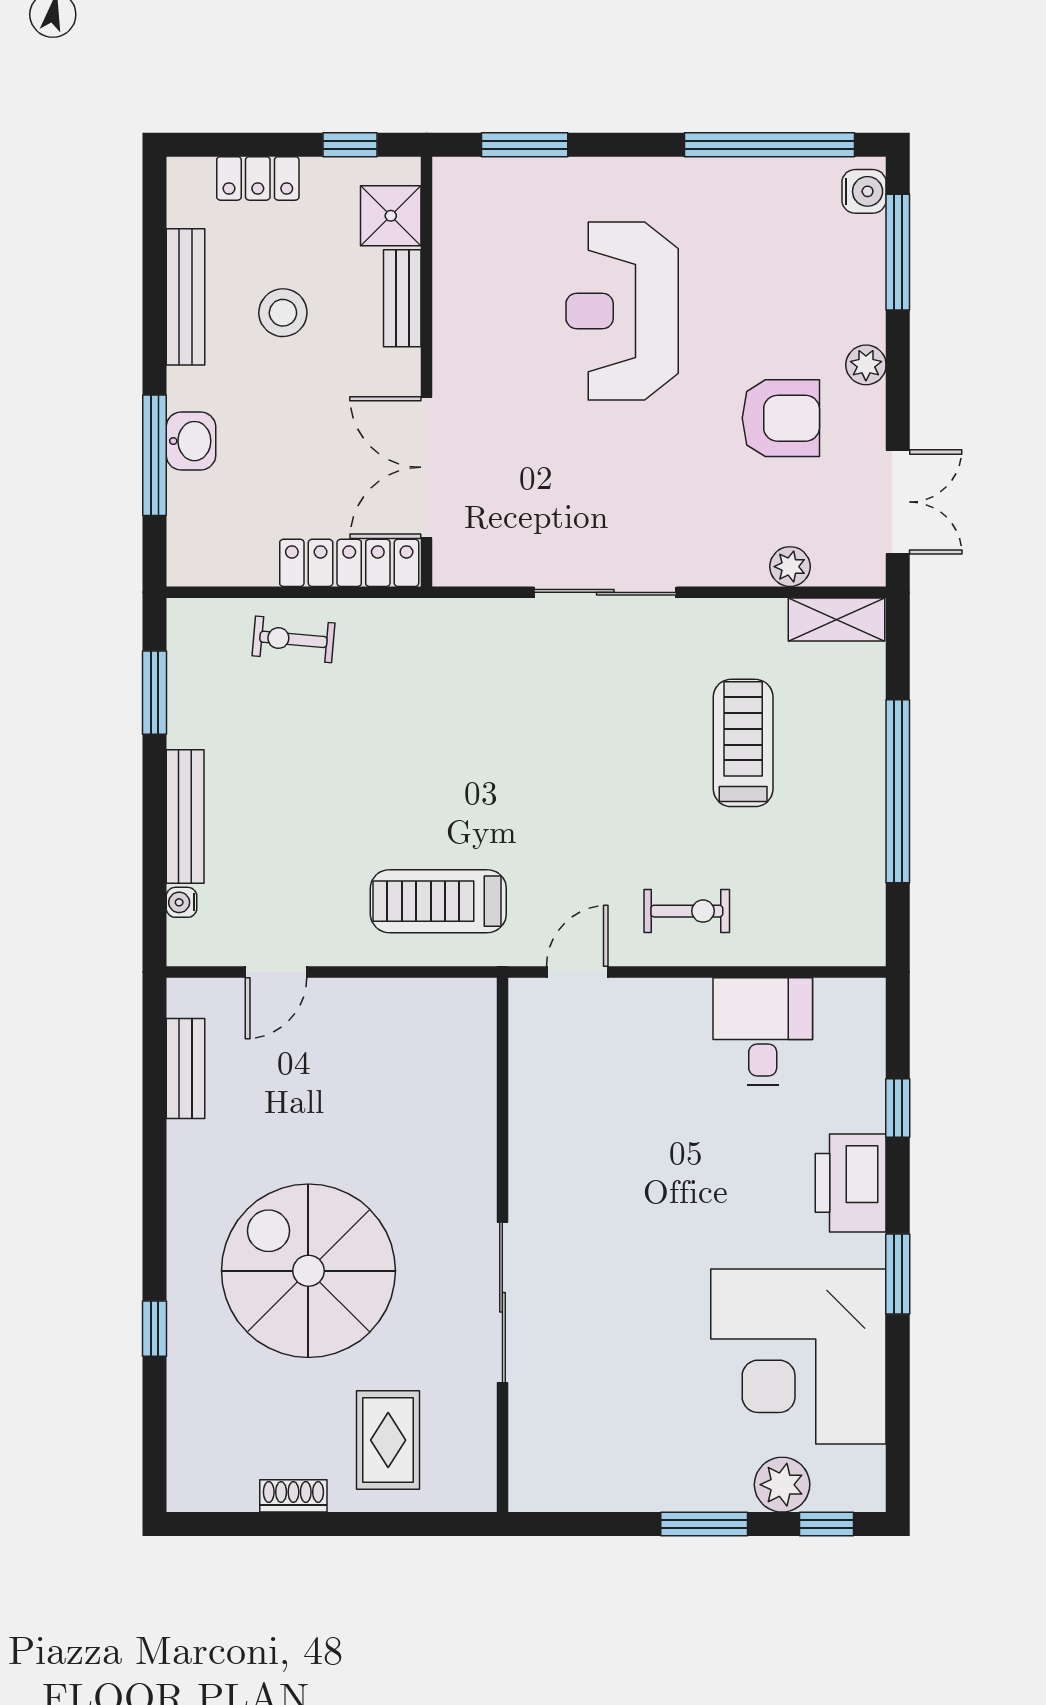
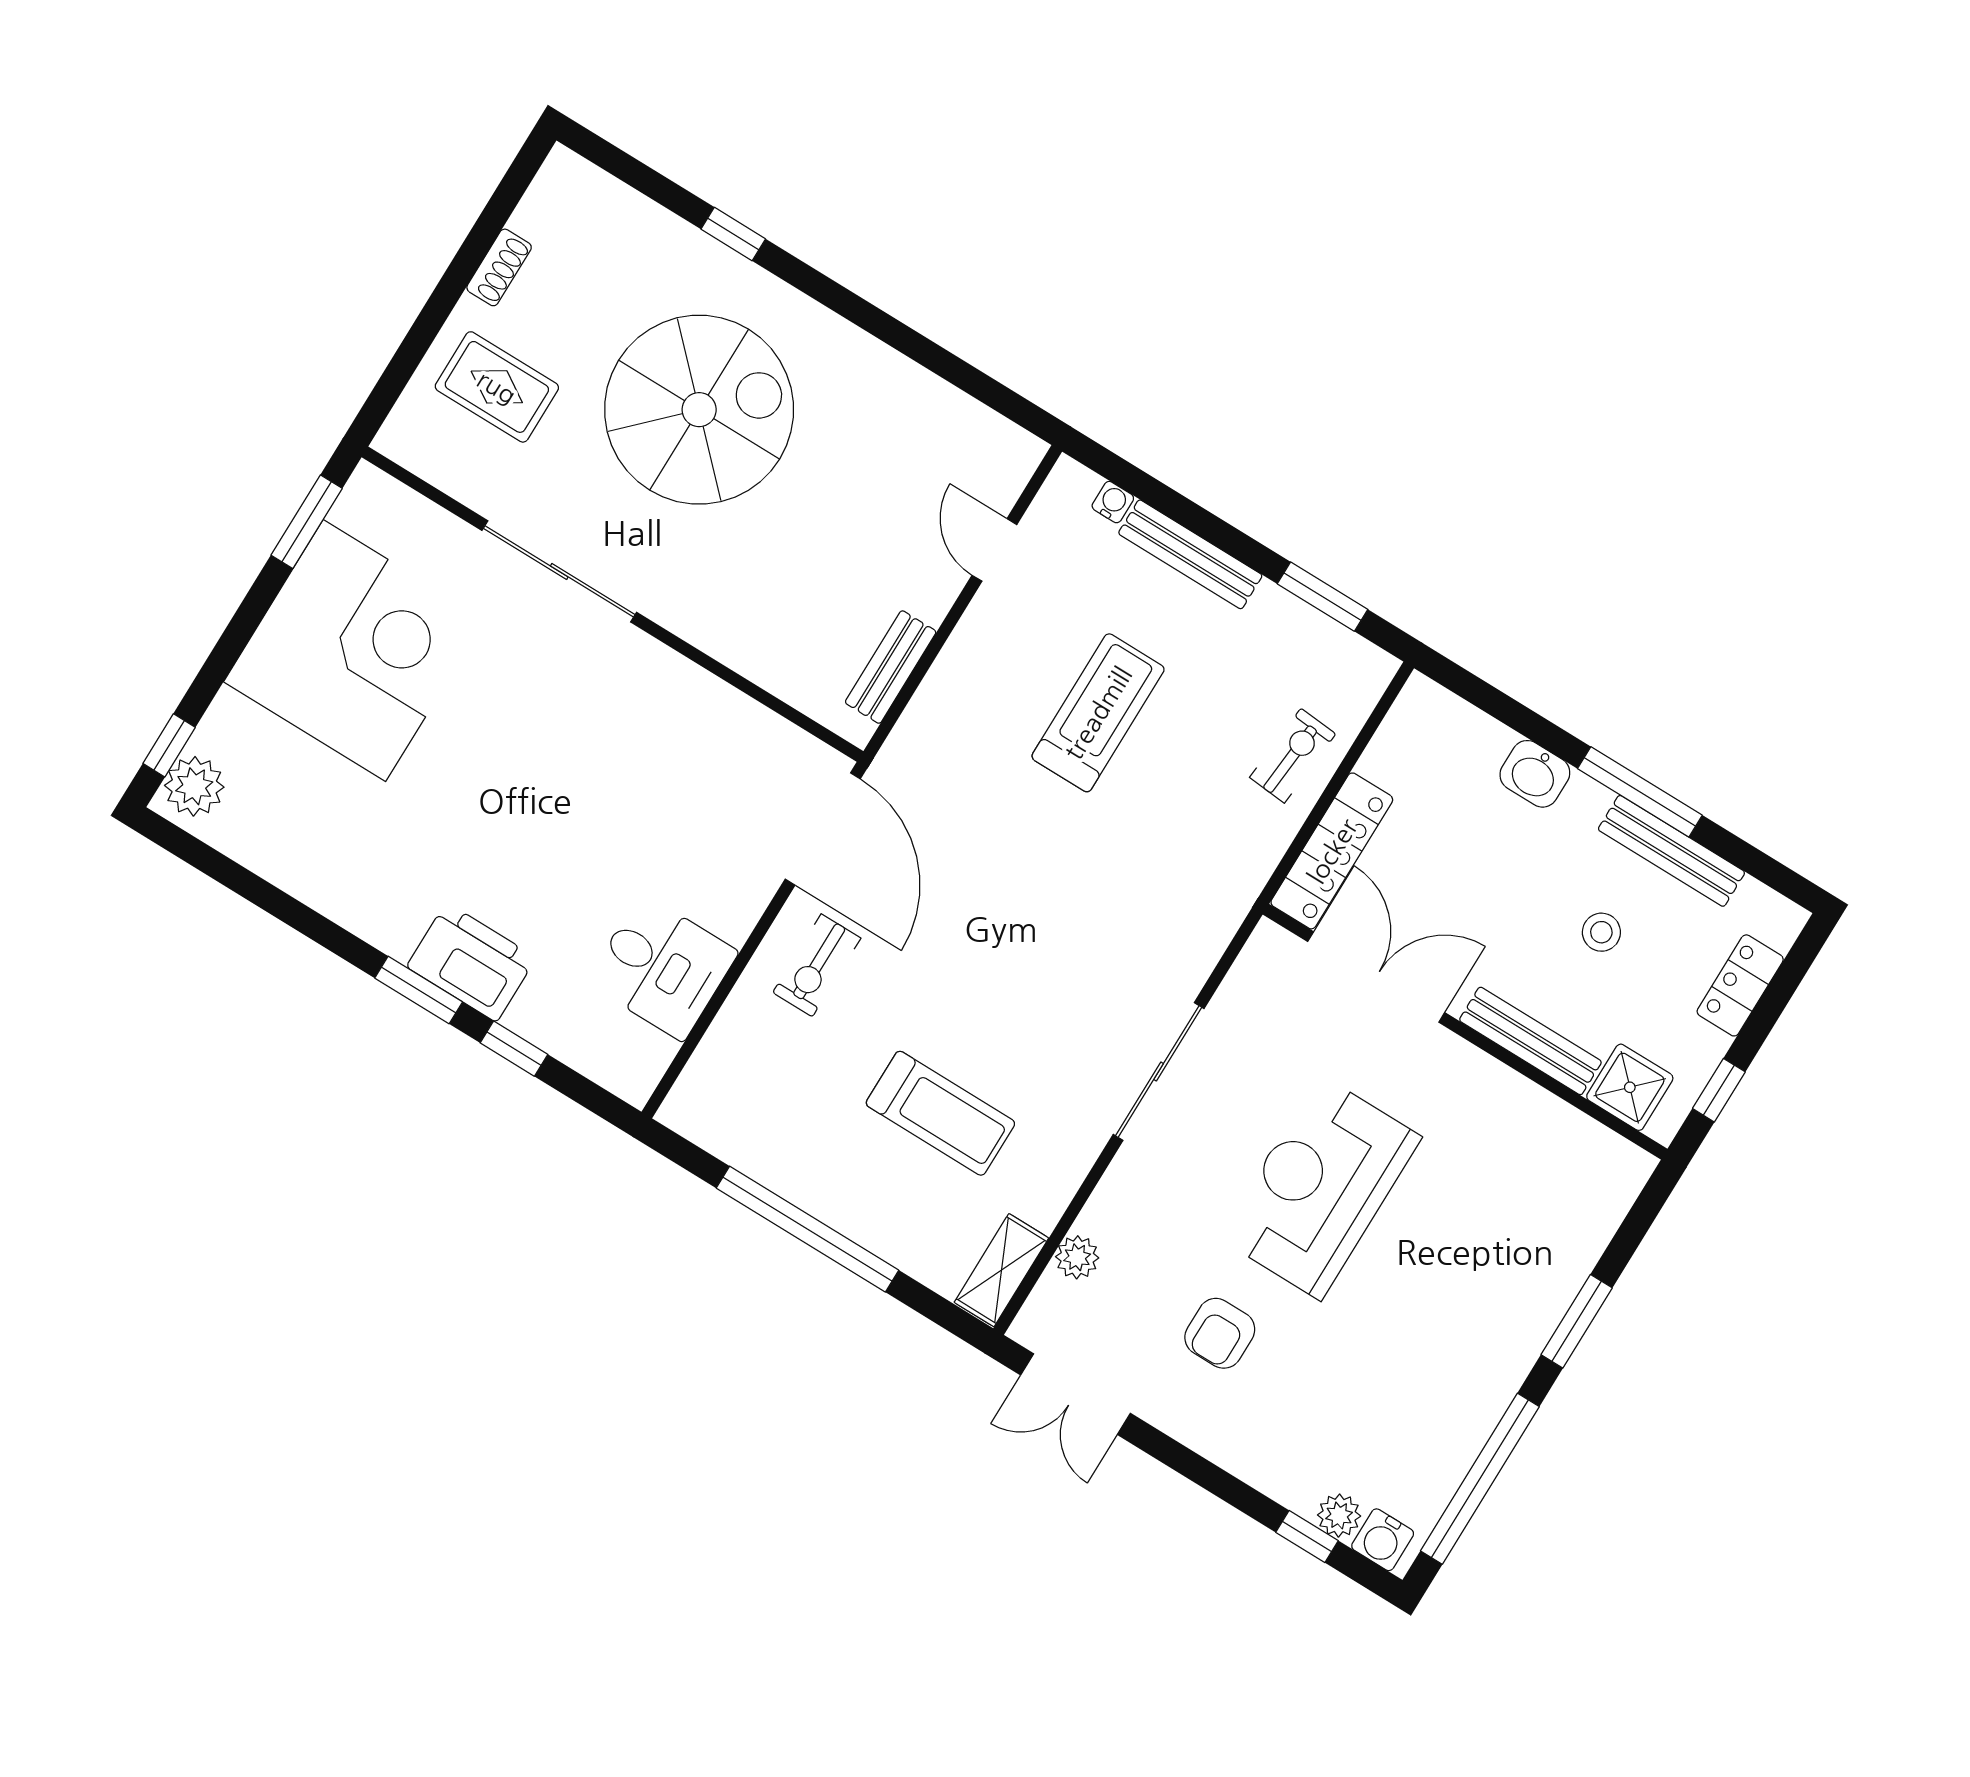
window: (525, 145) -> (1577, 1321), moved
window: (898, 252) -> (1307, 1536), width x0.46
bench: (402, 298) -> (1530, 1041), width x1.36
reception desk: (622, 311) -> (1320, 1187), moved, turned -90
stool: (283, 313) -> (1601, 932), width x0.73, depth x0.73
plant: (866, 365) -> (1339, 1516), moved
armchair: (781, 418) -> (1220, 1333), width x0.72, depth x0.72
window: (155, 455) -> (1640, 792), moved
treadmill: (438, 901) -> (1098, 713), moved
door: (577, 972) -> (823, 829), width x1.88
bench: (186, 1069) -> (891, 667), moved, turned 90
window: (898, 1274) -> (419, 990), moved
corner desk: (798, 1357) -> (354, 651), moved, turned 90
plant: (782, 1485) -> (194, 786), moved
window: (704, 1524) -> (307, 522), moved

